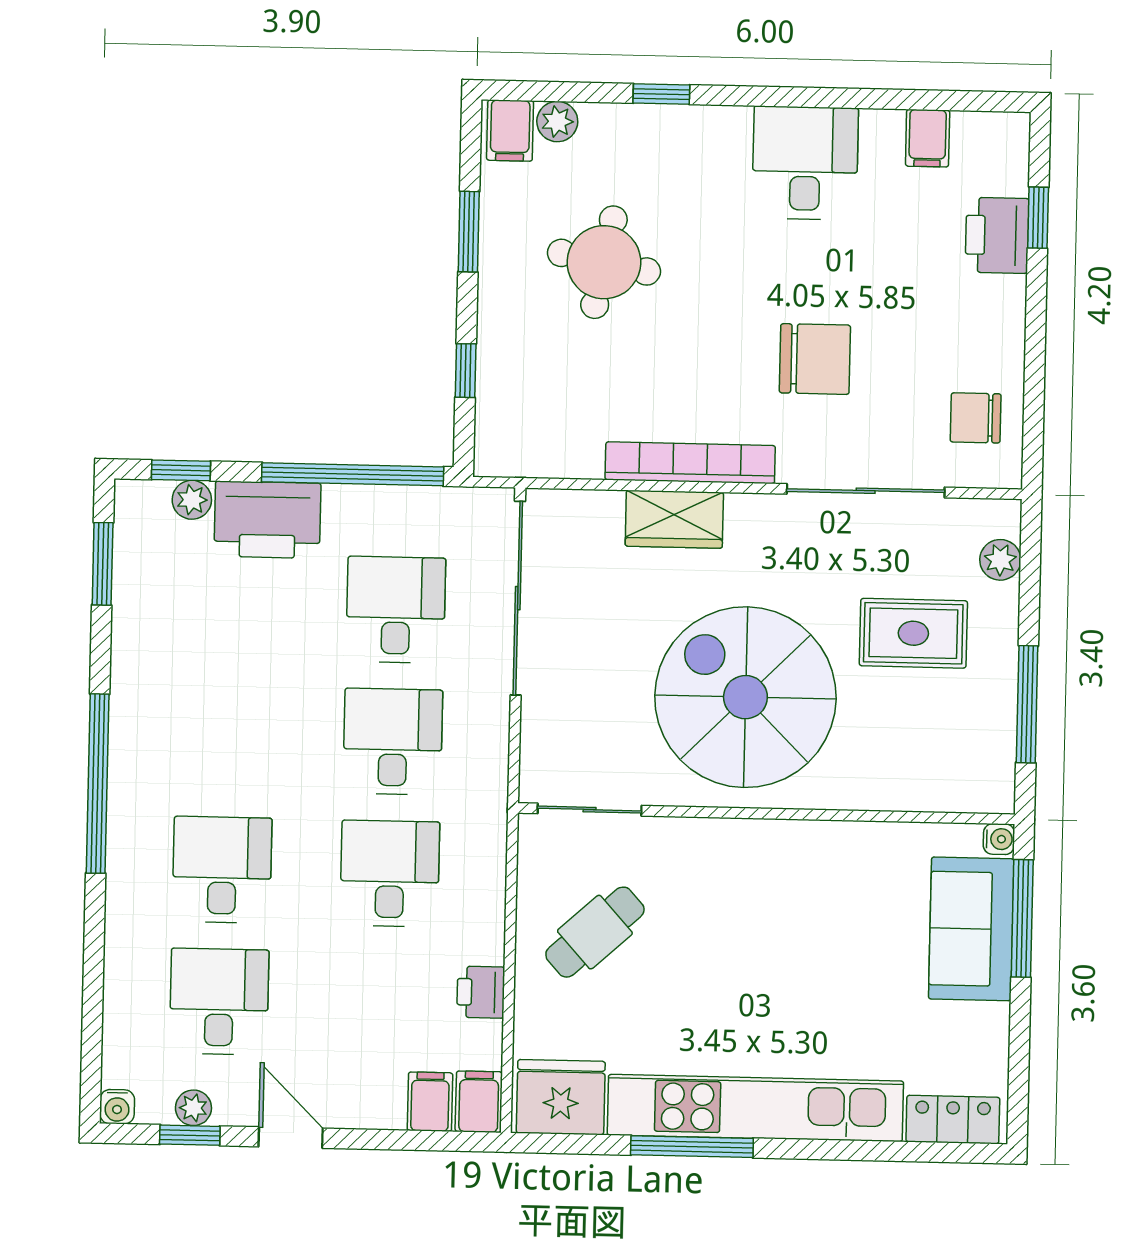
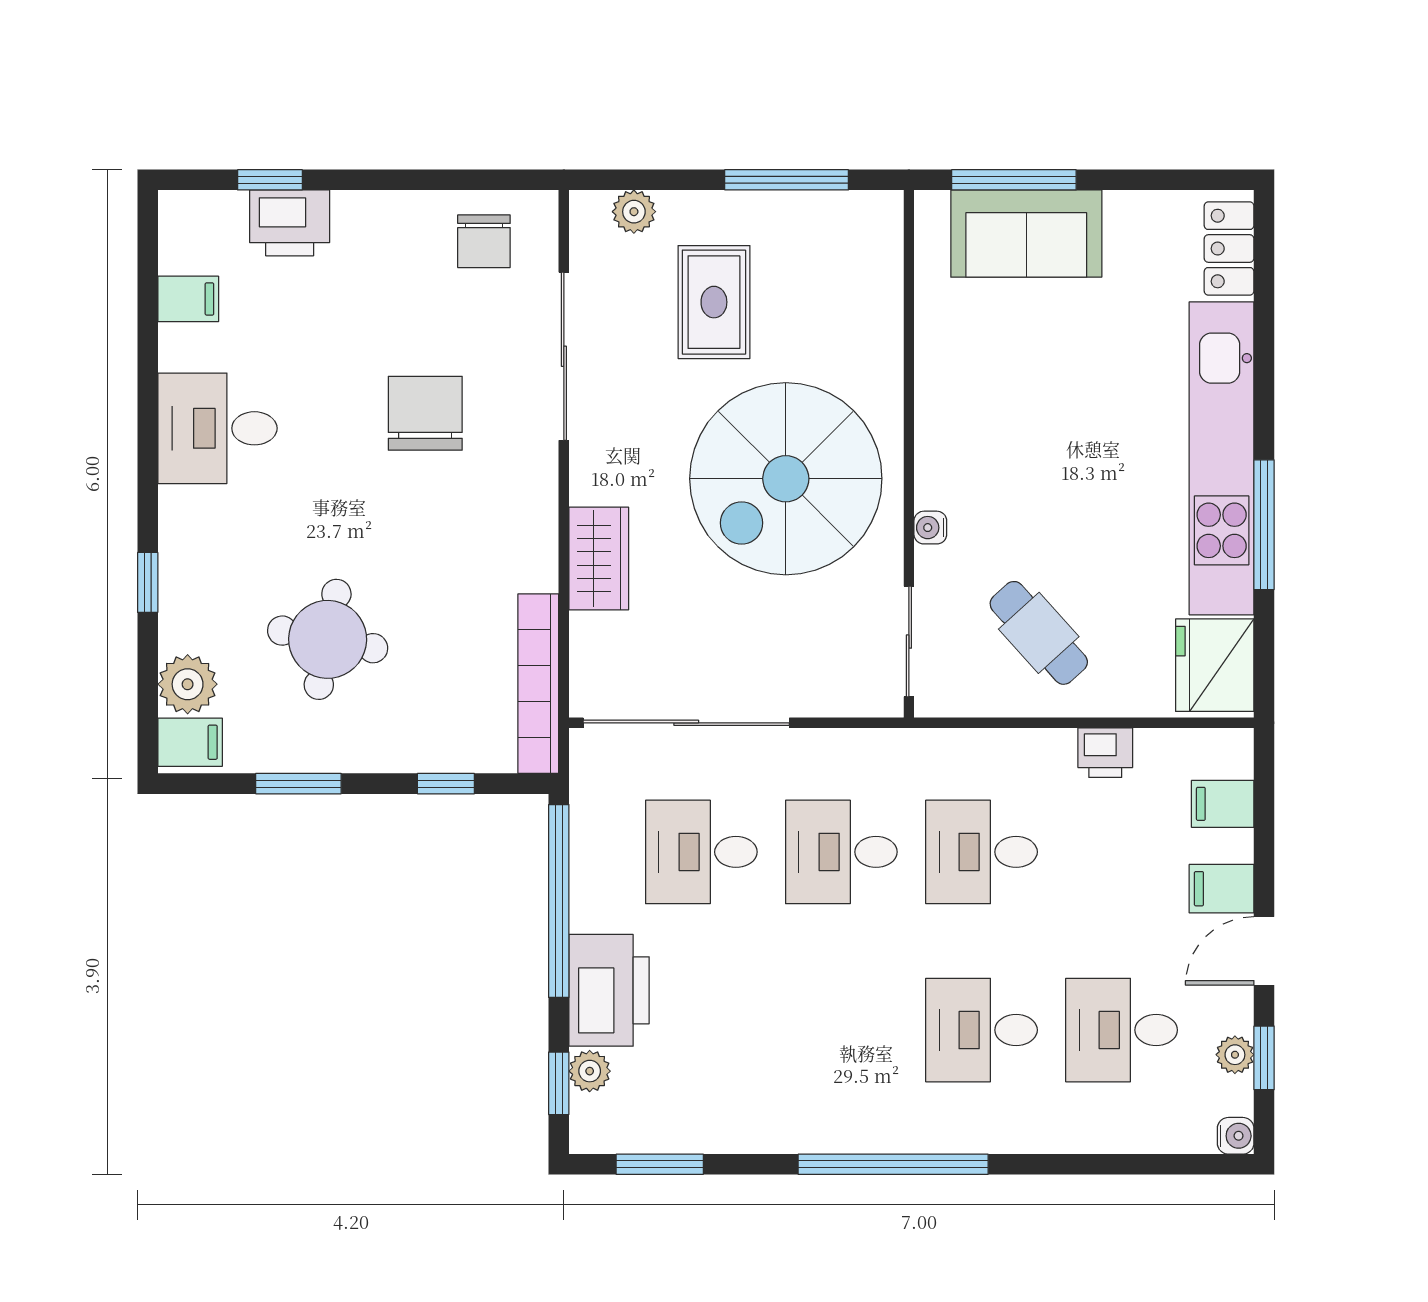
plant: (557, 122) -> (188, 684), width x1.38, depth x1.38
bookcase: (690, 463) -> (538, 684), moved
water cooler: (999, 839) -> (930, 528), moved, turned -90
filing cabinet: (479, 1102) -> (1222, 889), moved

